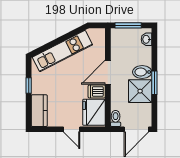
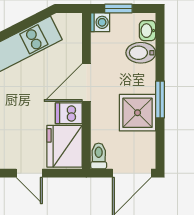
window: (128, 25) -> (118, 9), width x0.67
washing machine: (117, 34) -> (100, 22), added
bidet: (142, 72) -> (141, 53), moved

